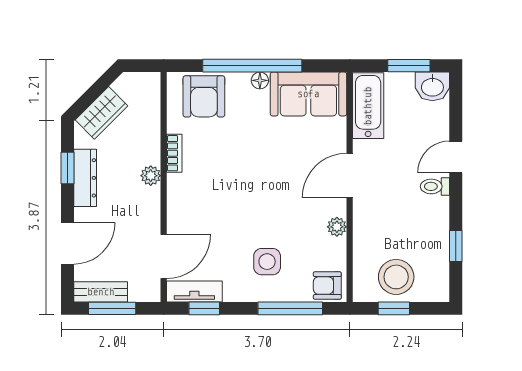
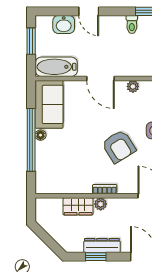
washbasin: (432, 86) -> (64, 24), moved, turned 90
armchair: (204, 96) -> (119, 146), moved, turned 58
wardrobe: (102, 113) -> (78, 206), moved, turned 135
bookcase: (174, 153) -> (105, 189), moved
toilet: (435, 186) -> (132, 25), moved

